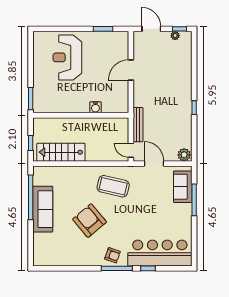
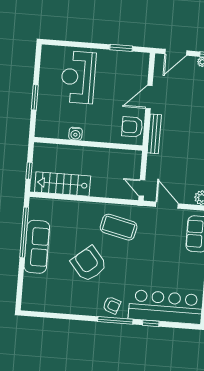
door: (151, 29) -> (176, 52), swing flipped
armchair: (118, 97) -> (132, 127), added
window: (31, 99) -> (35, 97), moved
water cooler: (95, 107) -> (76, 134), moved
bench: (138, 125) -> (154, 134), moved

